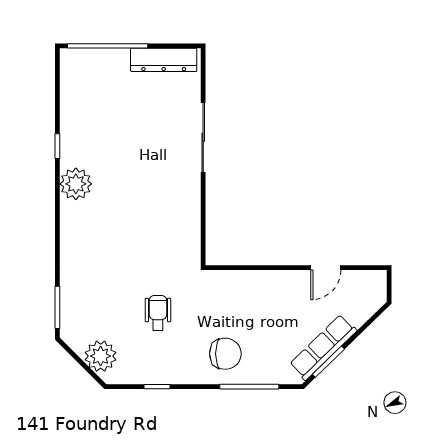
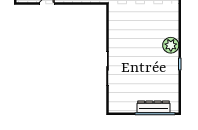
dresser: (164, 60) -> (153, 107), moved

